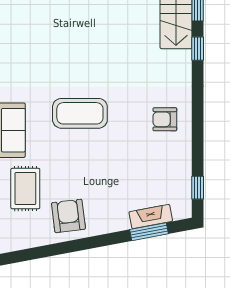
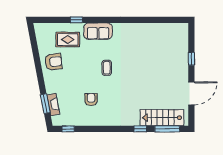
coffee table: (80, 113) -> (107, 68), width x0.54, depth x0.58
armchair: (165, 119) -> (91, 100), moved

